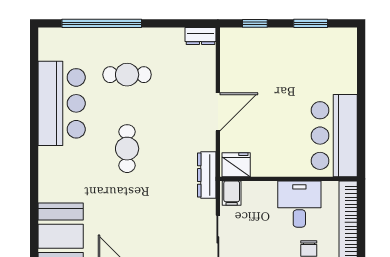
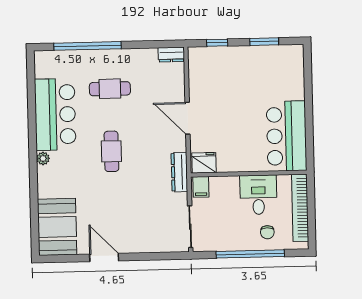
door: (218, 112) -> (188, 118), swing flipped
plant: (46, 155) -> (43, 158), added

